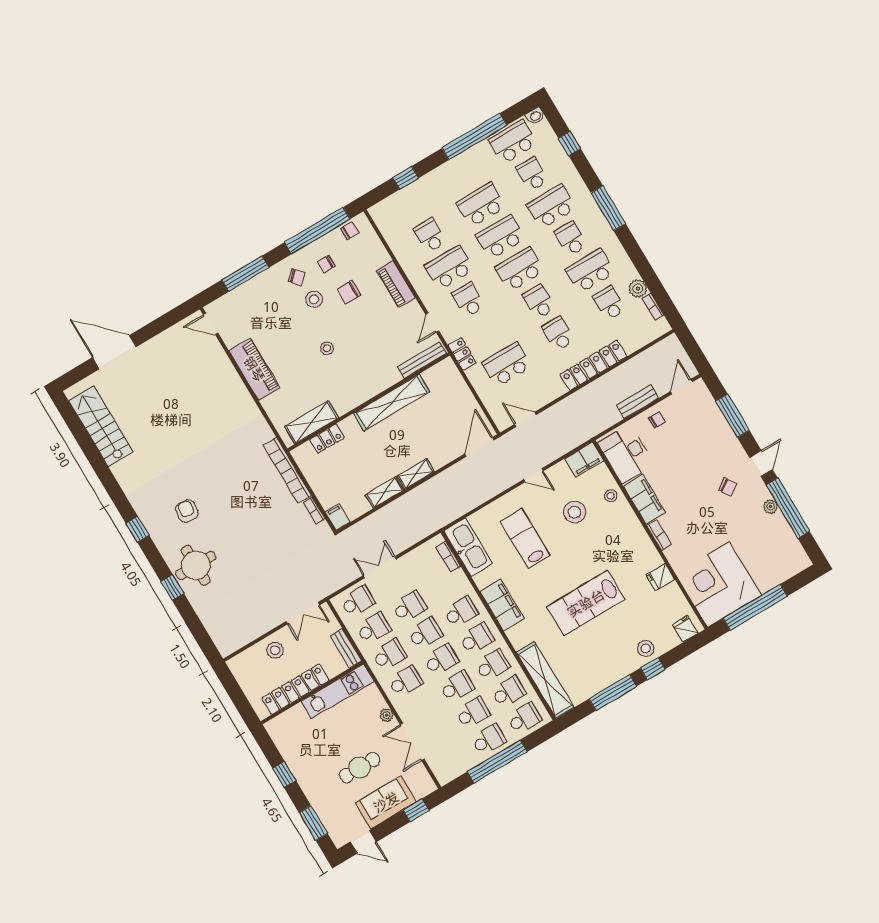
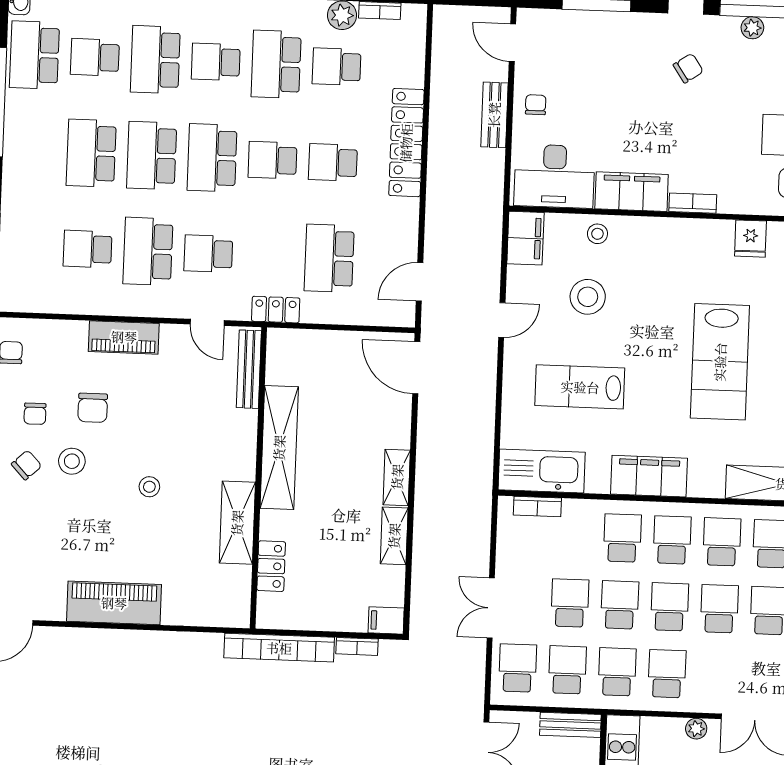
shelving: (312, 422) -> (237, 523), moved

